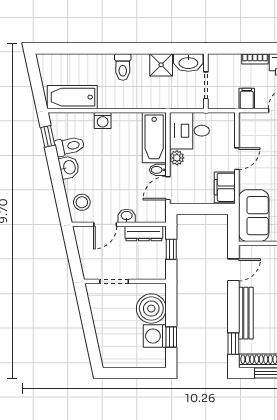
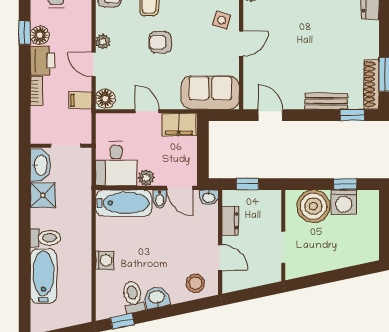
bathtub: (72, 97) -> (43, 276), moved, turned 180
floor lamp: (248, 121) -> (105, 98), added
washbasin: (127, 216) -> (209, 197), moved, turned -90
dresser: (144, 234) -> (230, 221), width x0.70
bench: (246, 313) -> (326, 101), width x0.73

